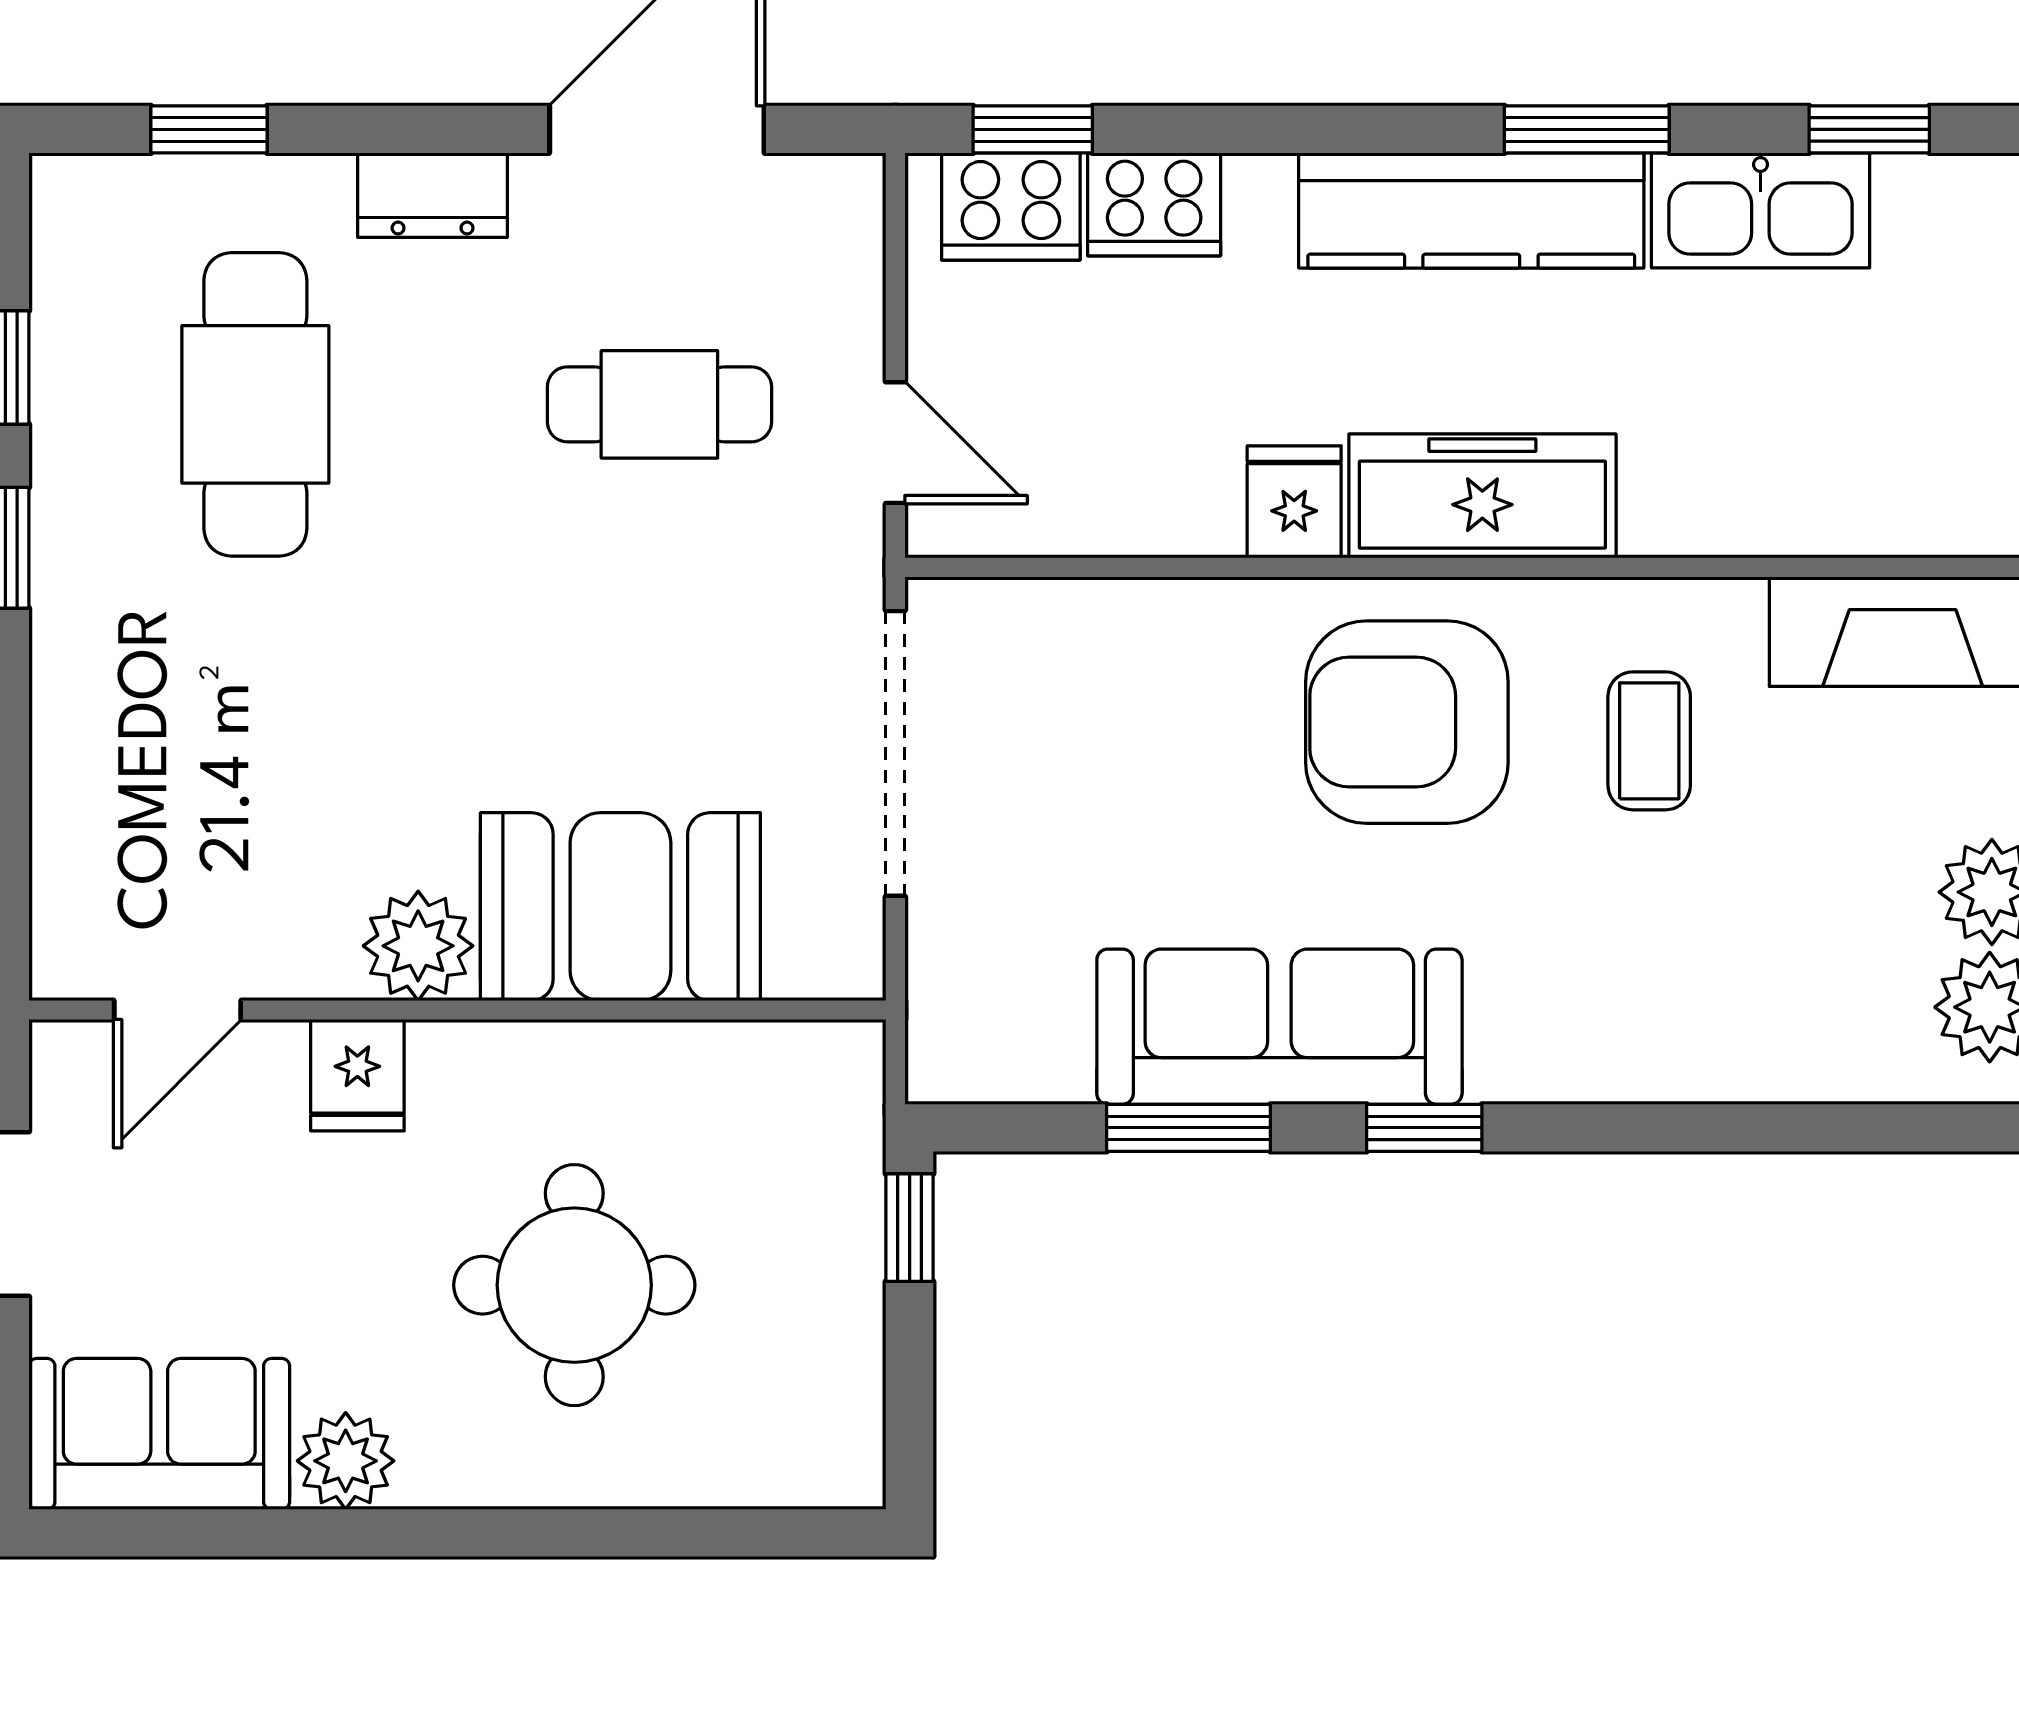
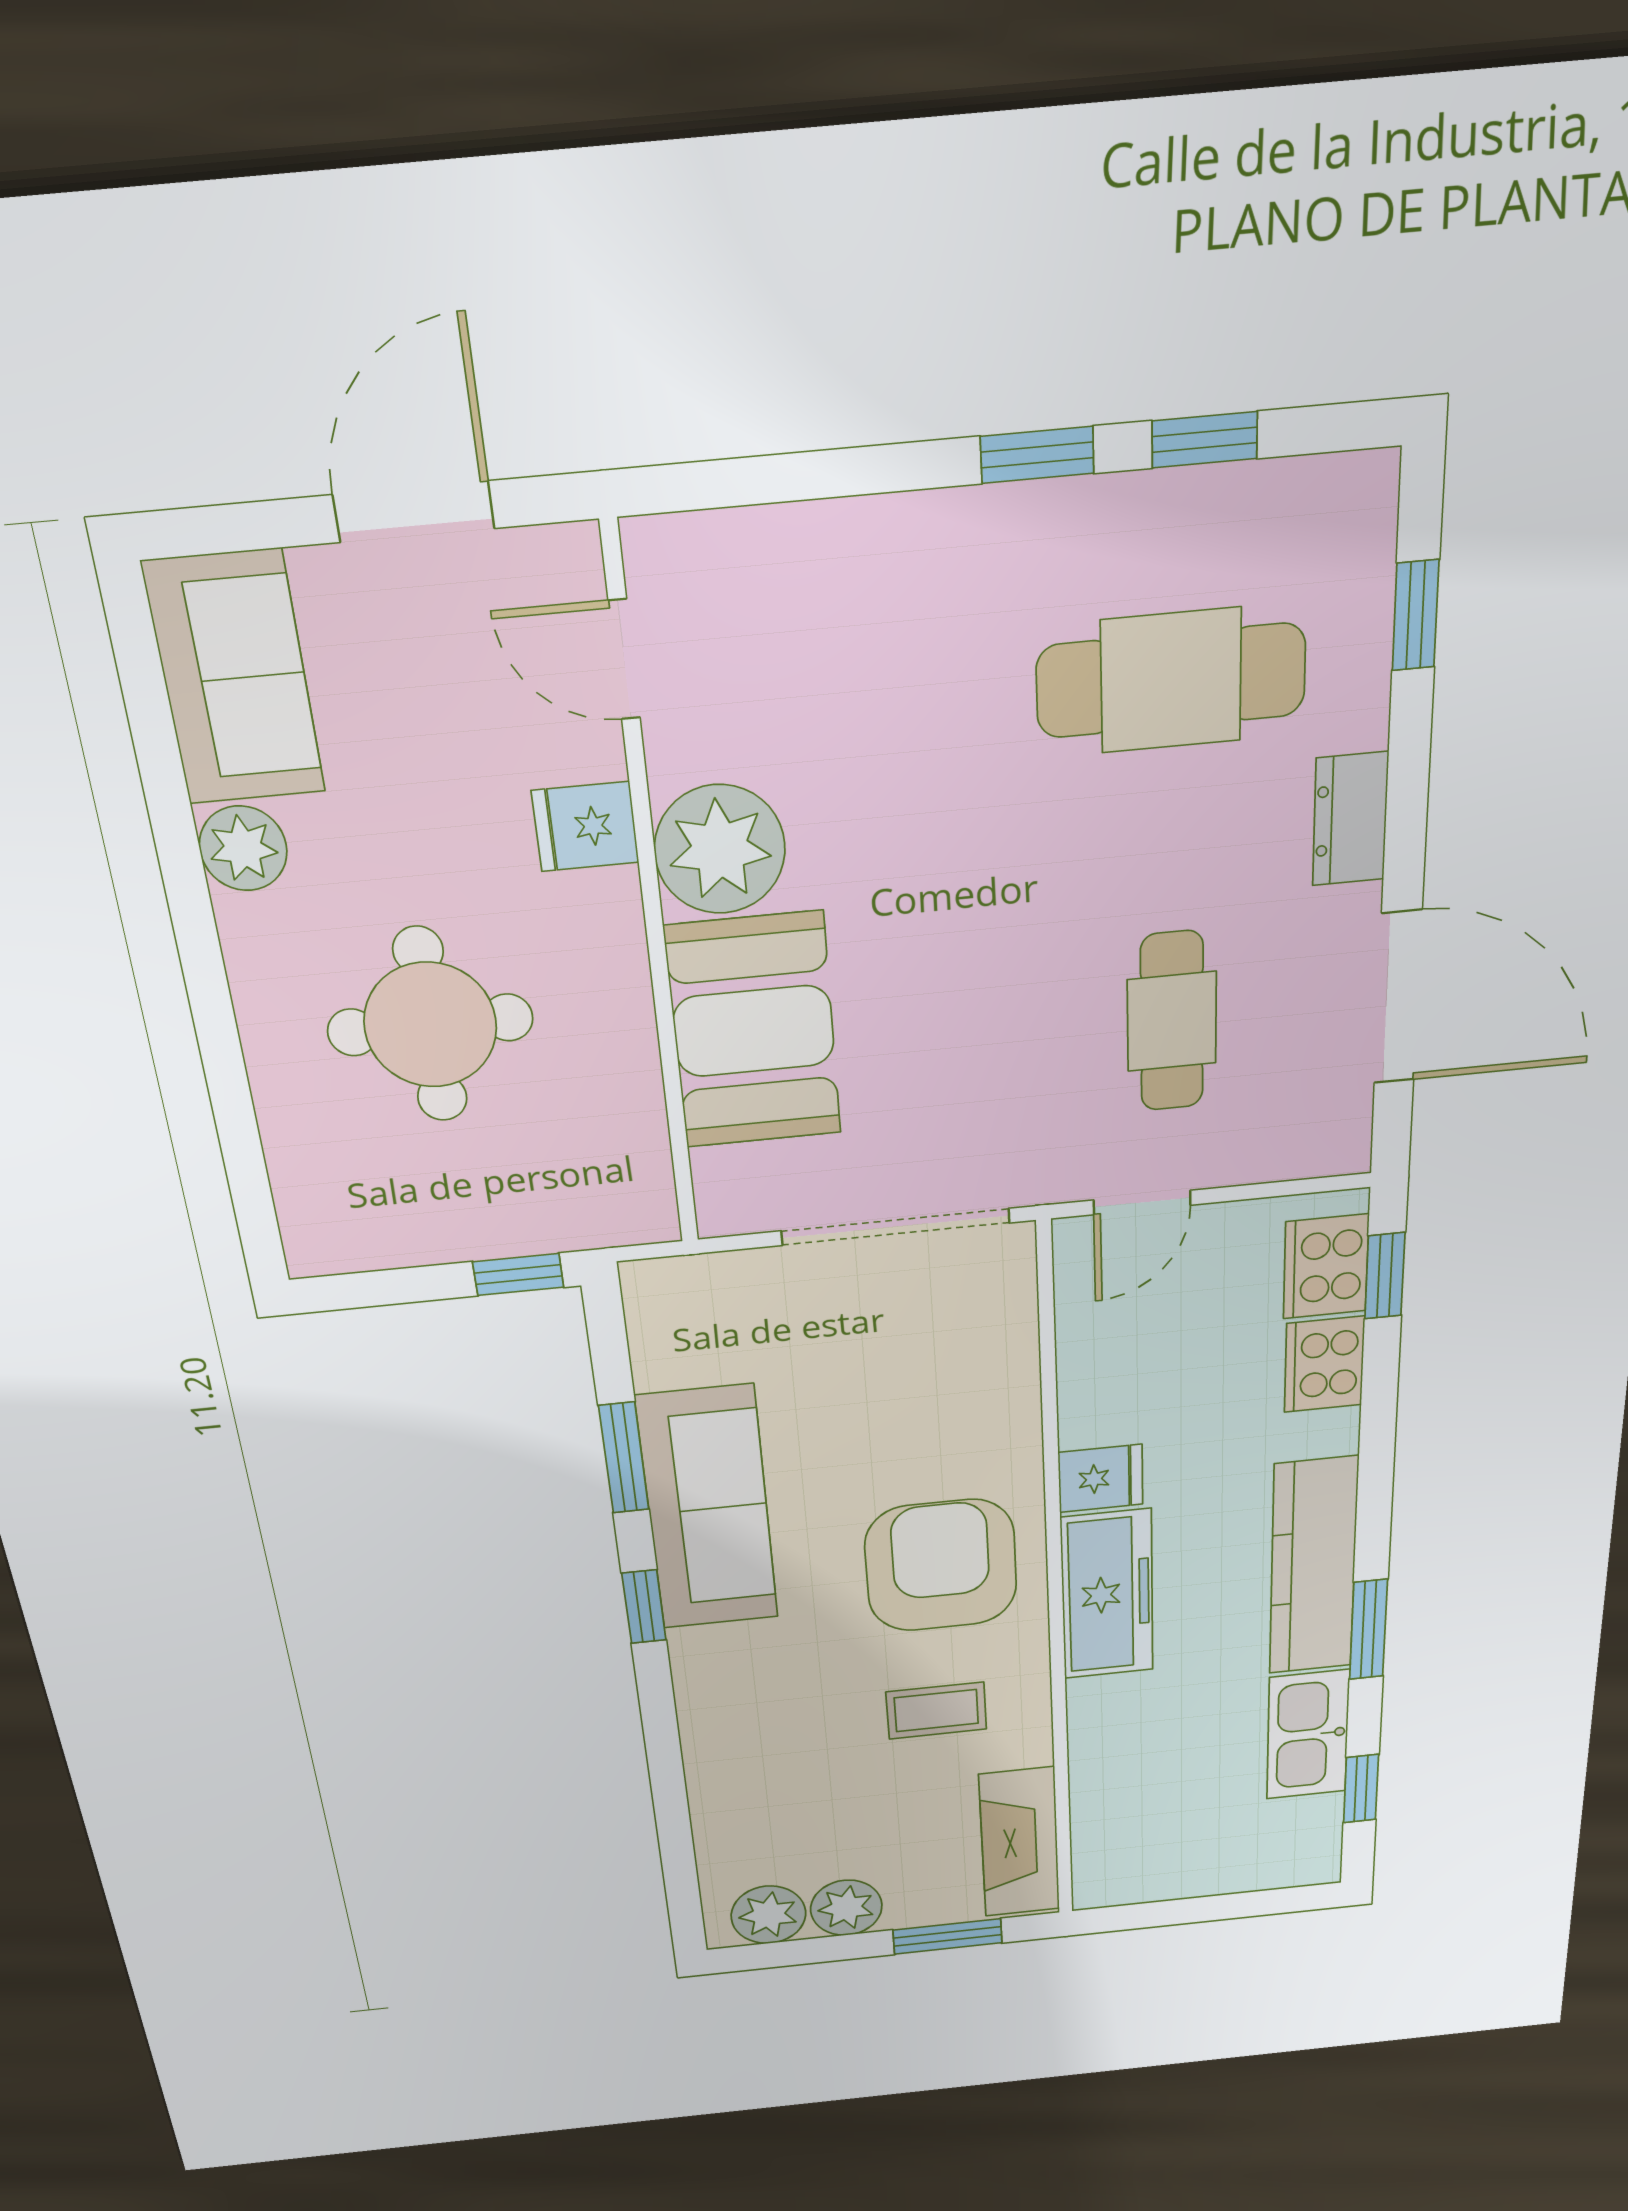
plant: (418, 946) -> (720, 849), width x1.36, depth x1.36

